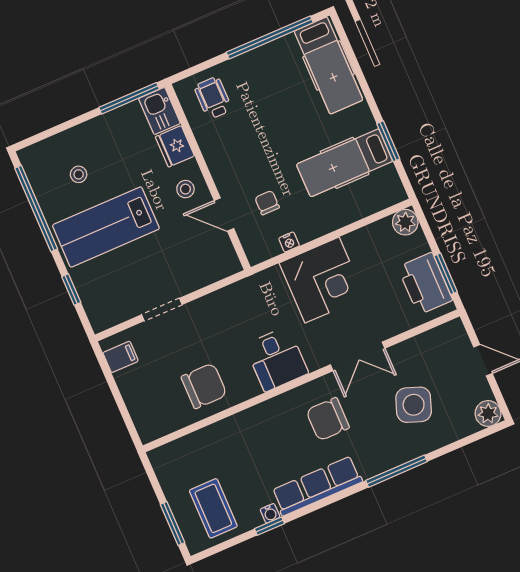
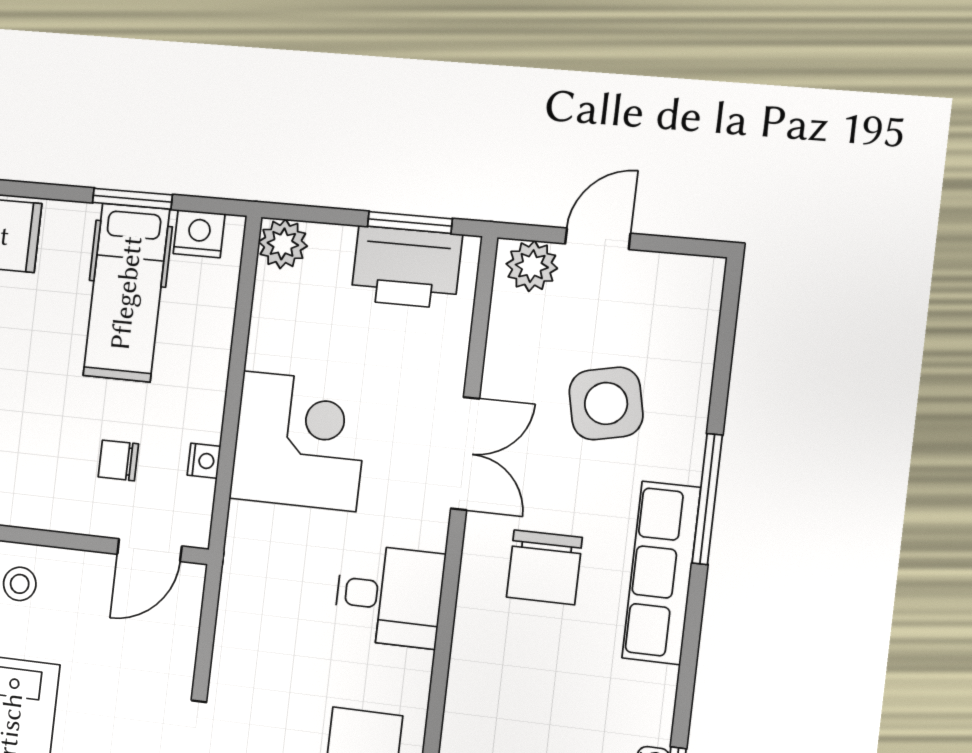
nightstand: (389, 181) -> (199, 234), added
door: (224, 215) -> (149, 550), moved
side table: (414, 405) -> (606, 403), turned -32
plant: (488, 414) -> (532, 266), moved
row of seats: (317, 486) -> (661, 573), moved

